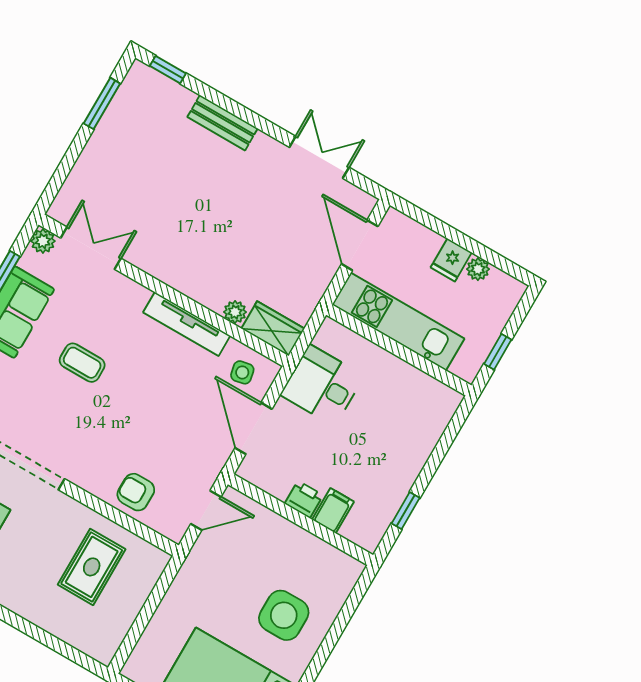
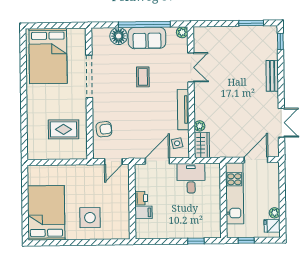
double door: (91, 248) -> (191, 67), moved
fridge: (451, 260) -> (272, 226), moved
armchair: (136, 492) -> (104, 129), turned 84
door: (206, 510) -> (113, 162), hinge flipped
window: (406, 511) -> (196, 241), moved

